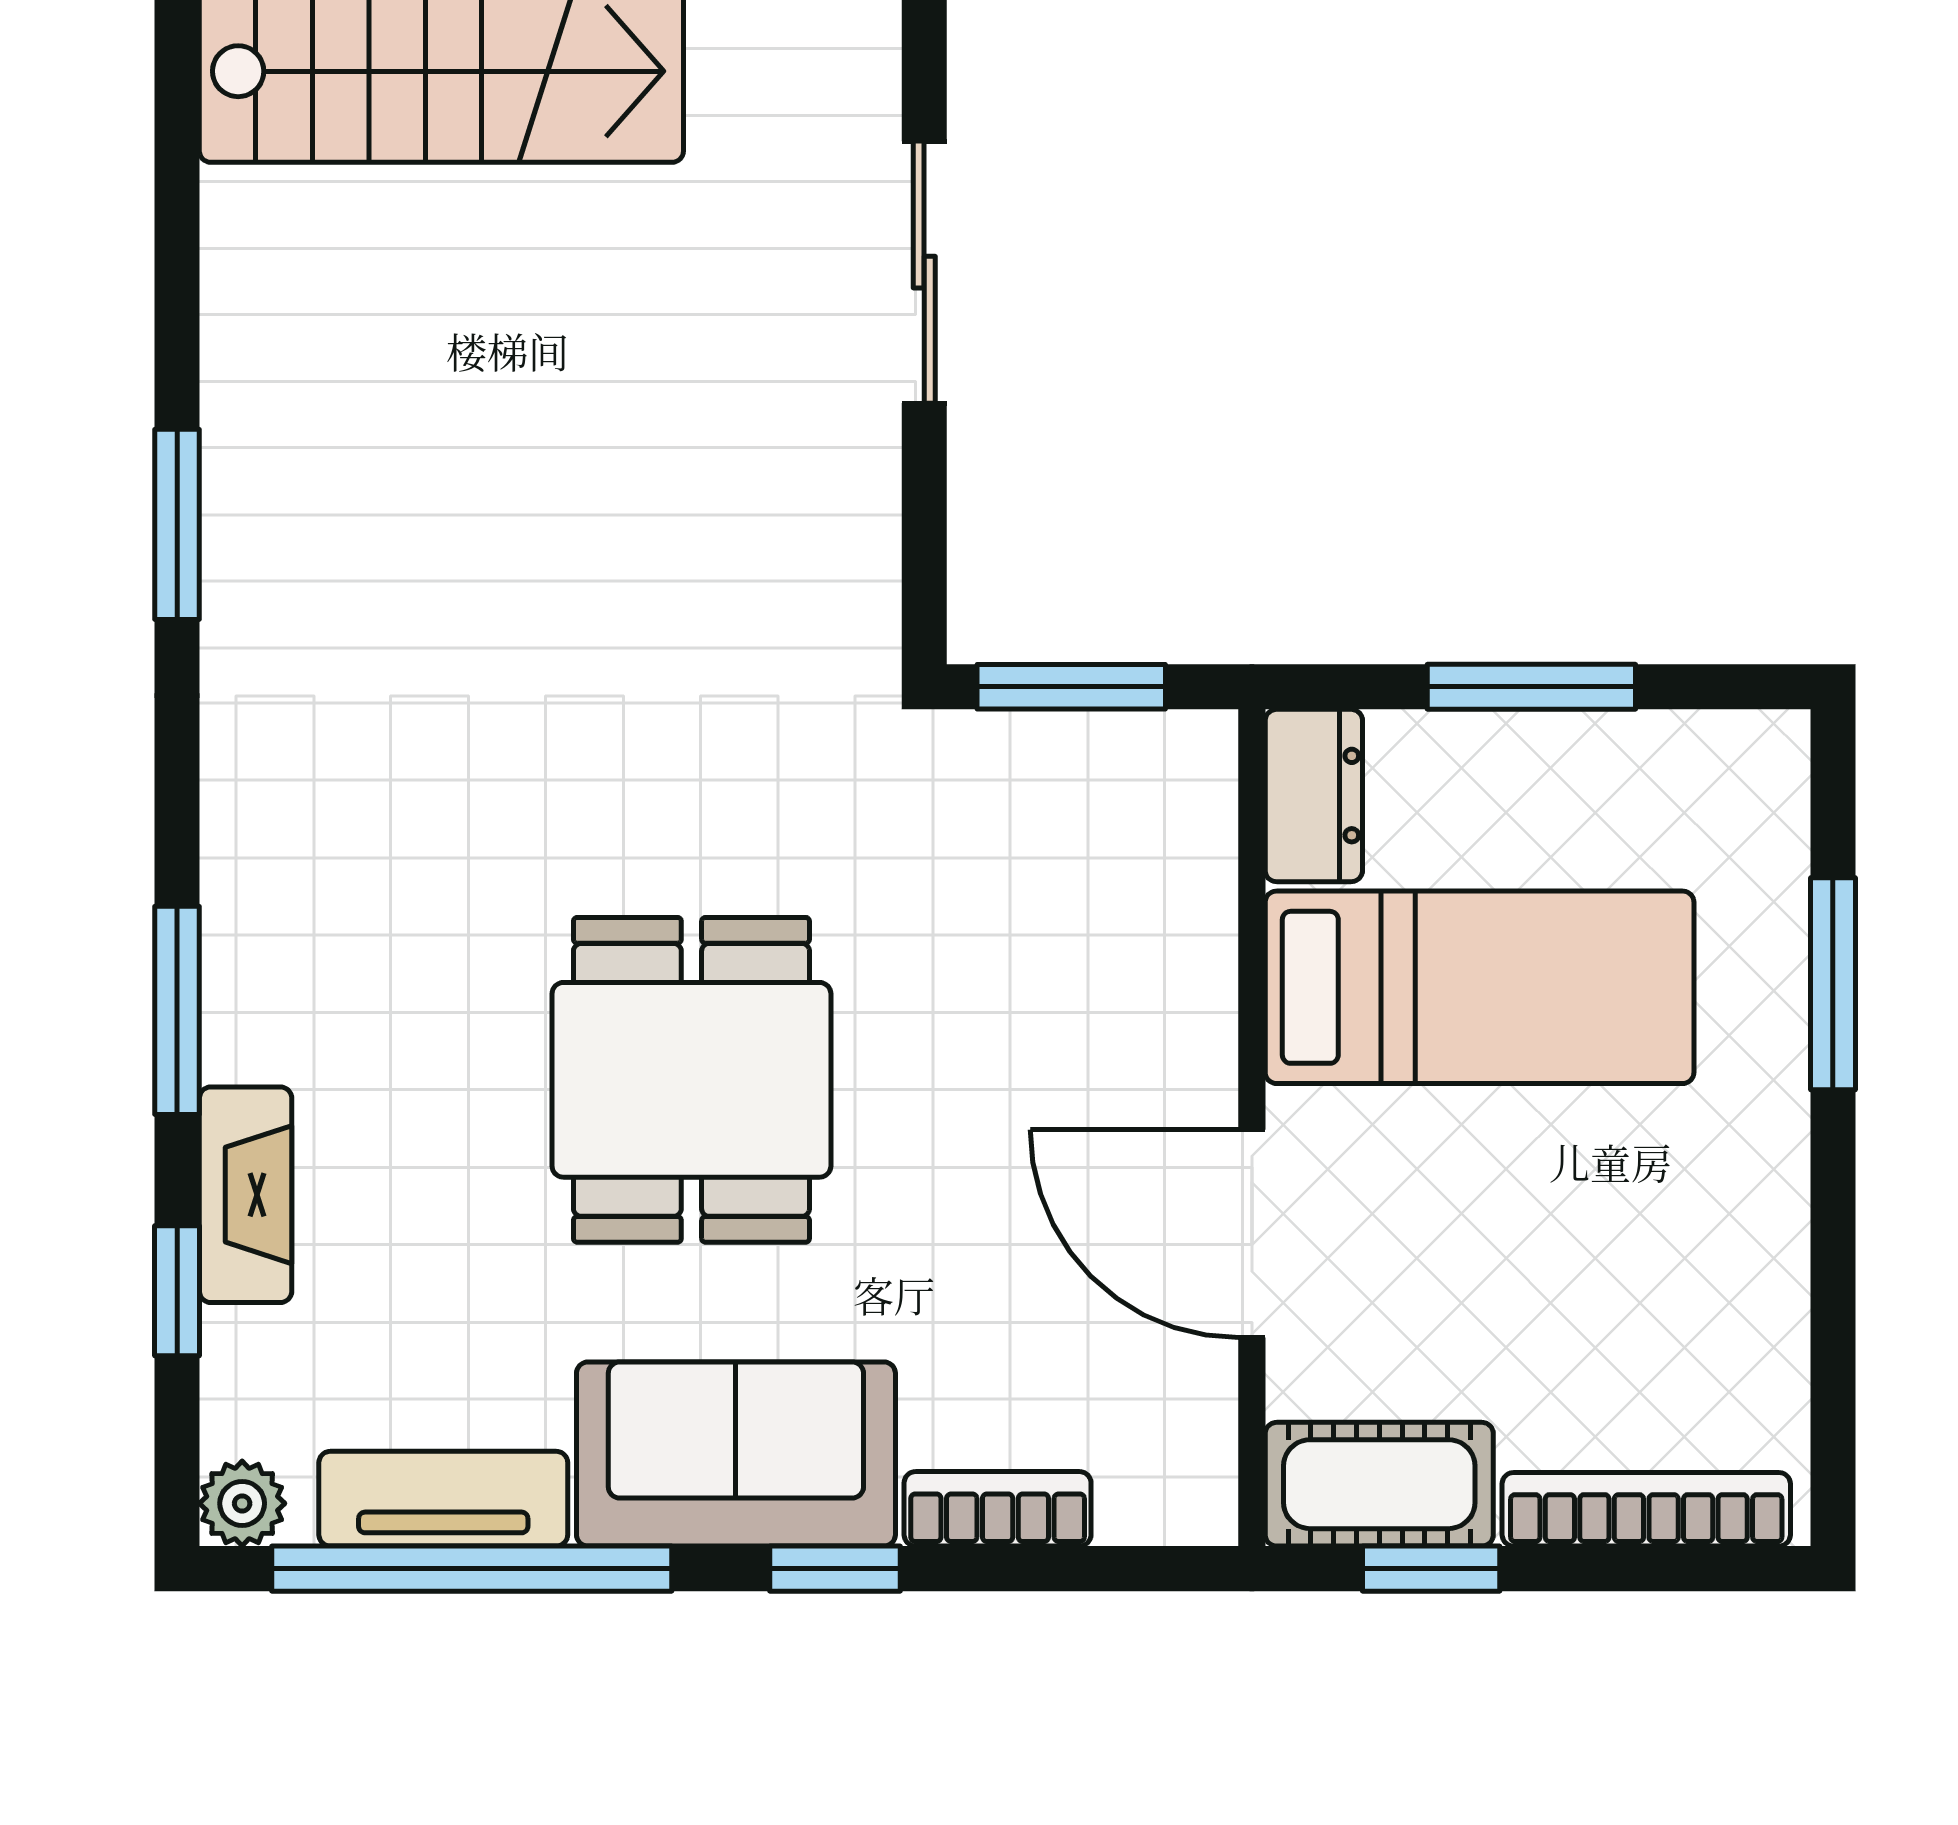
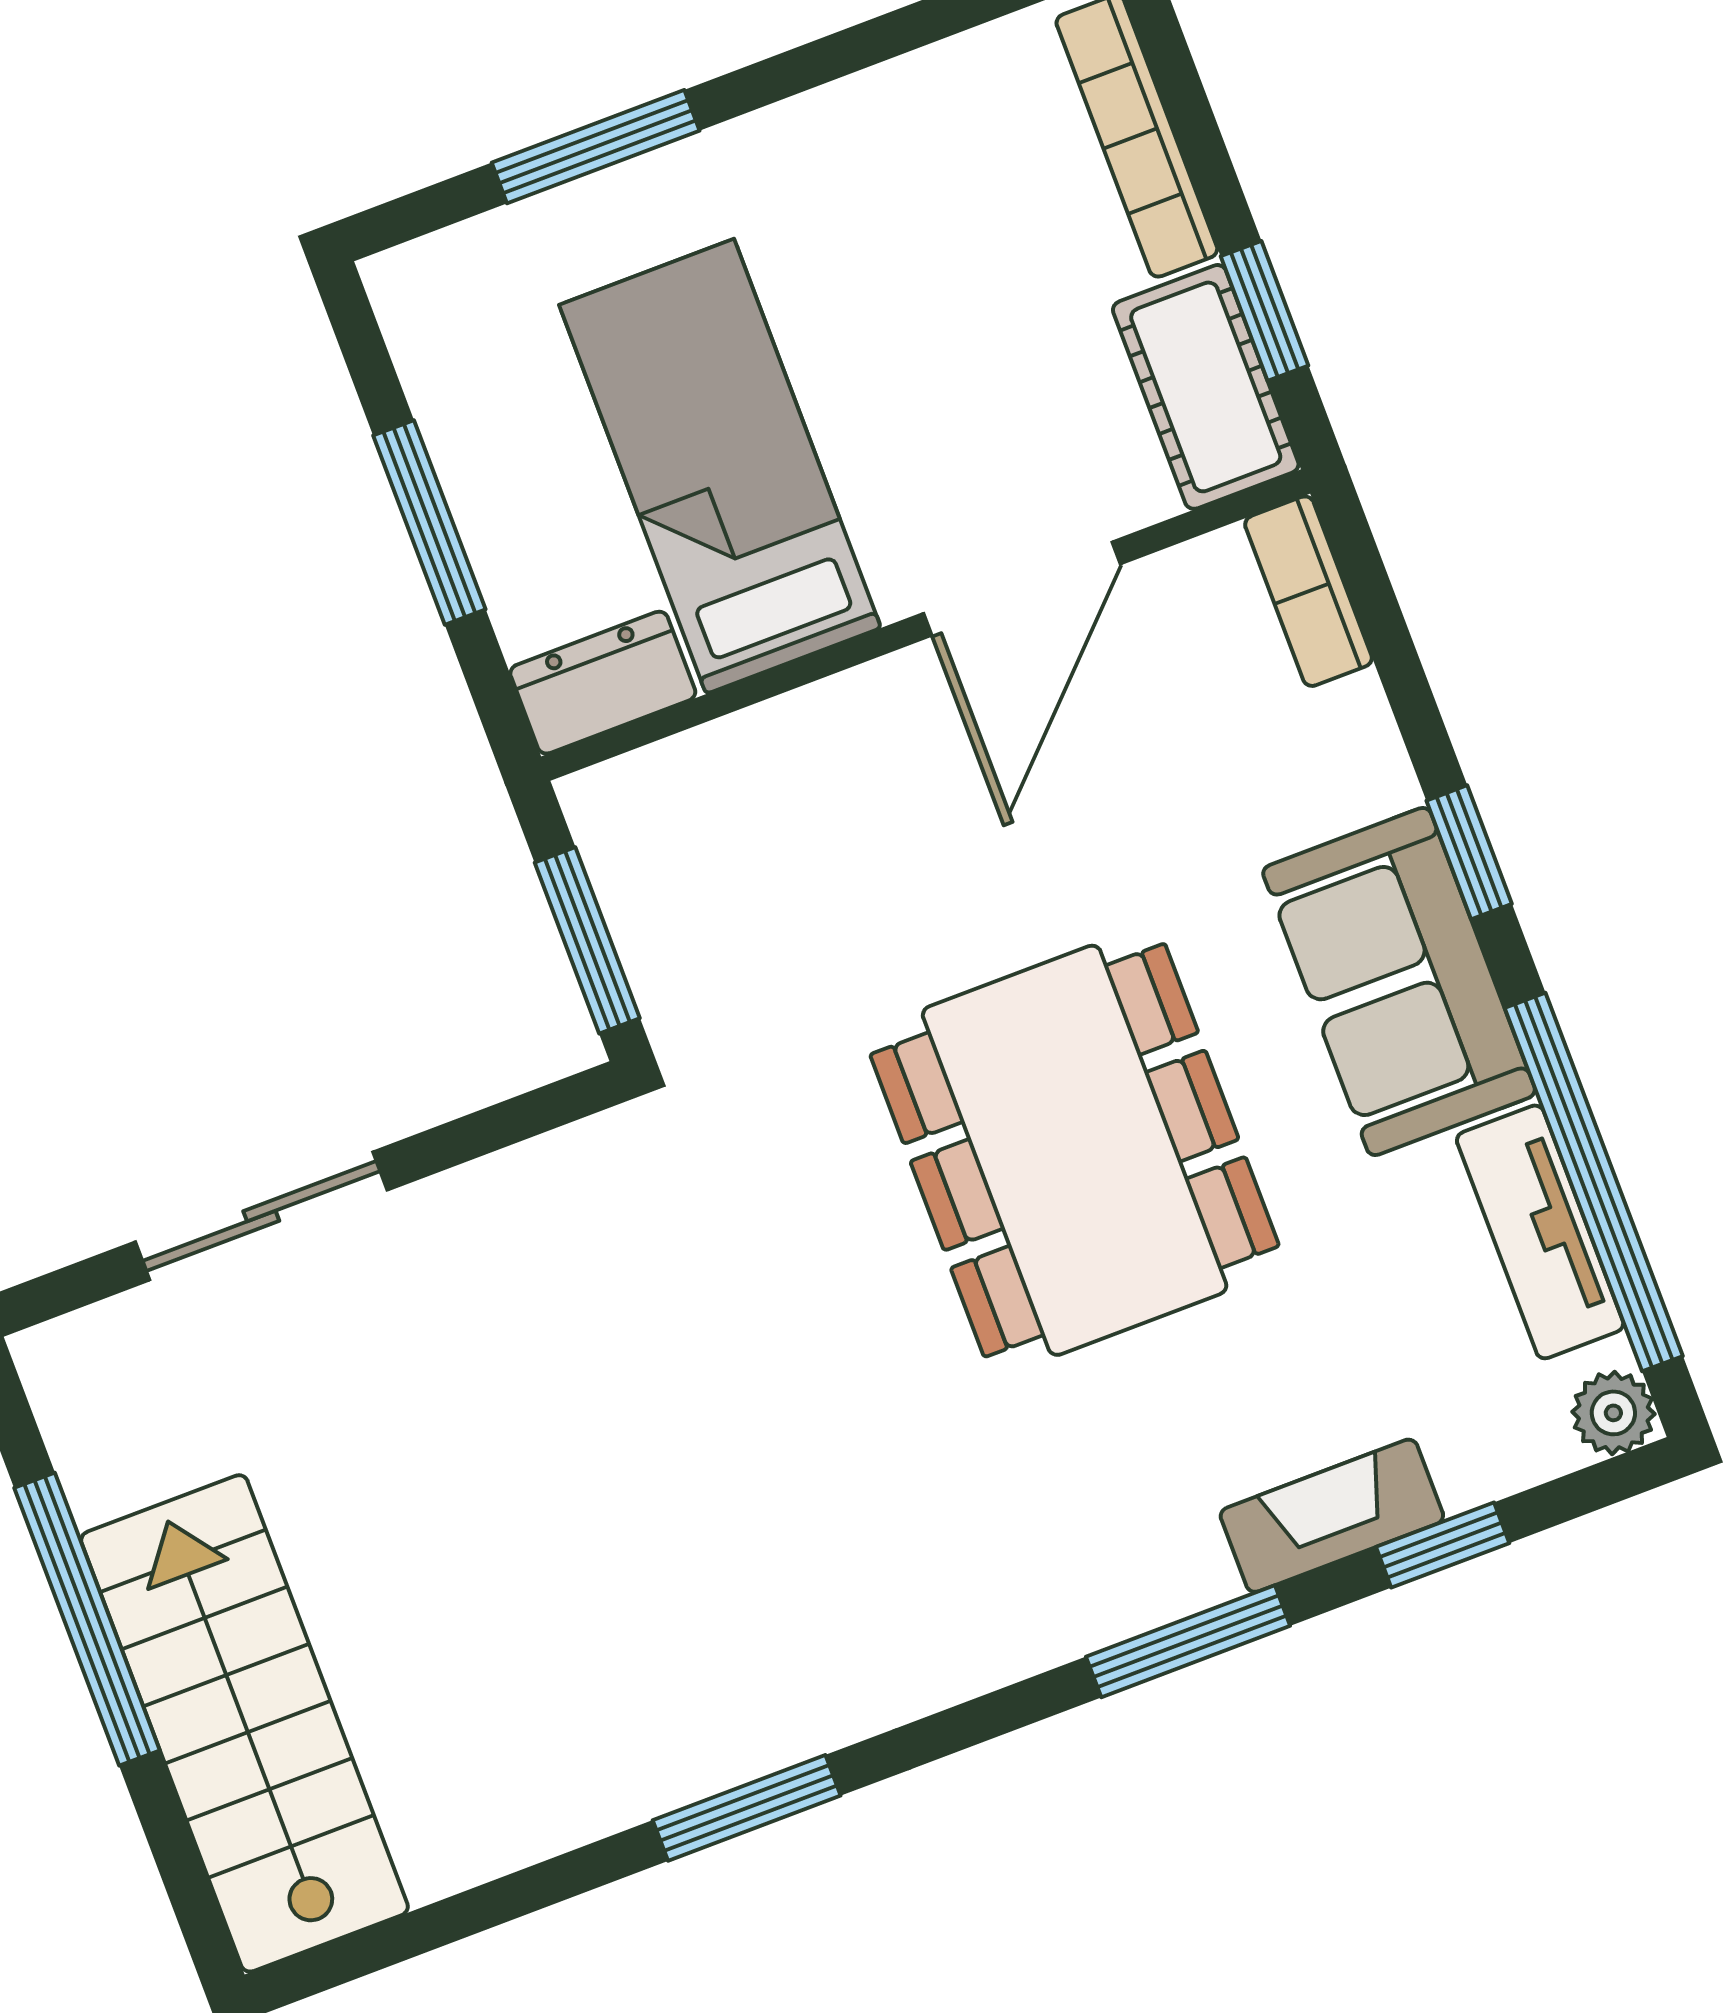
dining table: (691, 1080) -> (1075, 1150), width x1.38
bookcase: (998, 1509) -> (1308, 591), moved

